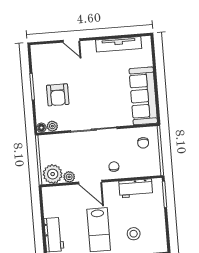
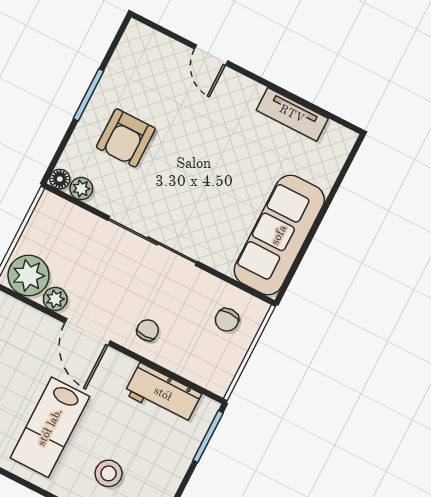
tv unit: (119, 44) -> (292, 114), width x0.71

